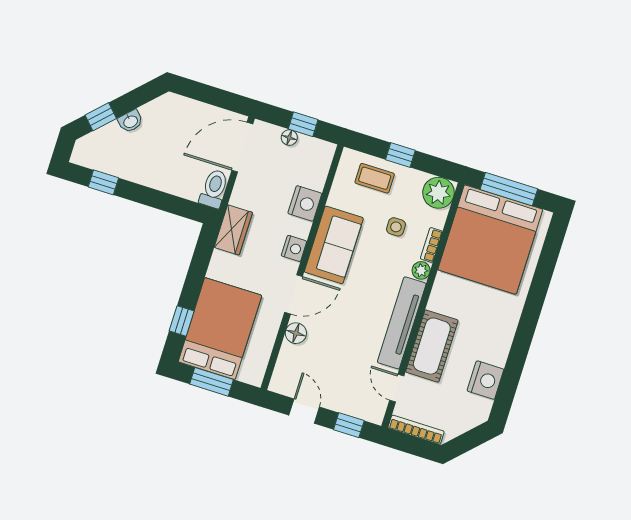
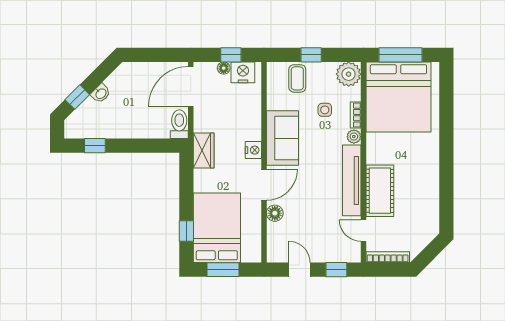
coffee table: (375, 178) -> (297, 78), turned 90
nightstand: (305, 203) -> (243, 72), moved, turned -90
nightstand: (485, 380) -> (428, 204), removed

